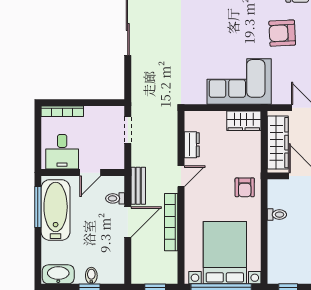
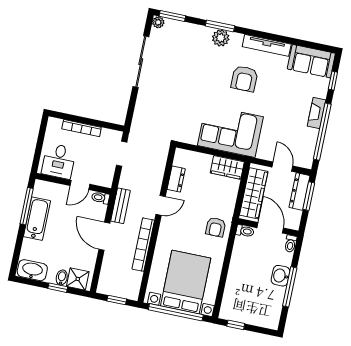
armchair: (282, 33) -> (244, 79), moved, turned -87
bookcase: (62, 111) -> (82, 128), moved
toilet: (115, 198) -> (101, 198), moved
bathtub: (56, 210) -> (37, 219), width x0.73, depth x0.73
toilet: (277, 215) -> (245, 231), moved
door: (128, 222) -> (104, 236), swing flipped
shower: (109, 274) -> (78, 279), added

